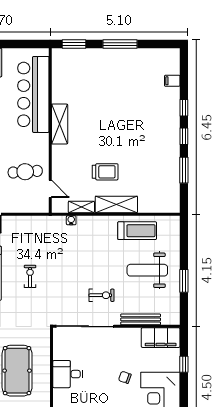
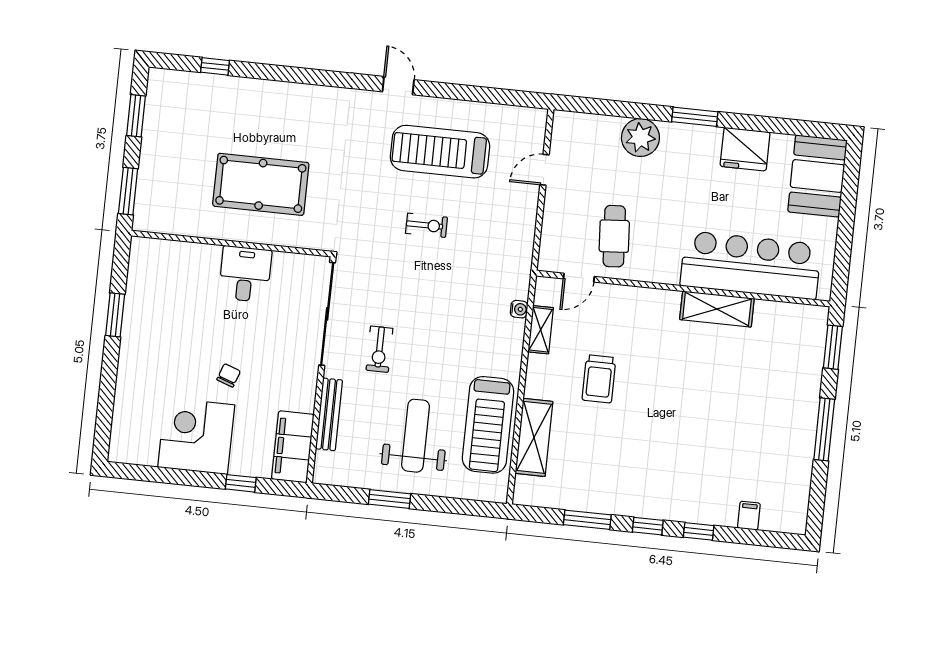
shelving: (60, 124) -> (717, 309), moved
shelving: (116, 204) -> (534, 437), moved
treadmill: (137, 231) -> (488, 425), width x1.37, depth x1.38

